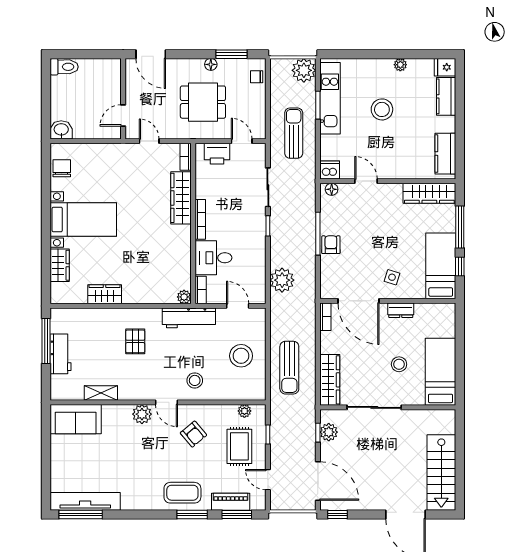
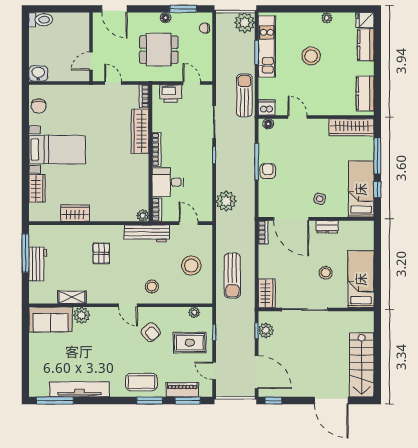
sun lounger: (294, 133) -> (244, 95), moved
chair: (62, 168) -> (39, 106), turned 180
wardrobe: (330, 380) -> (267, 293), width x0.67
plant: (142, 414) -> (82, 315), moved
rug: (239, 446) -> (190, 343), turned 90
tv unit: (85, 501) -> (80, 389), moved

